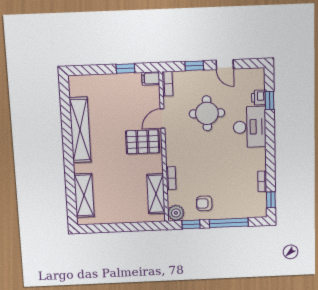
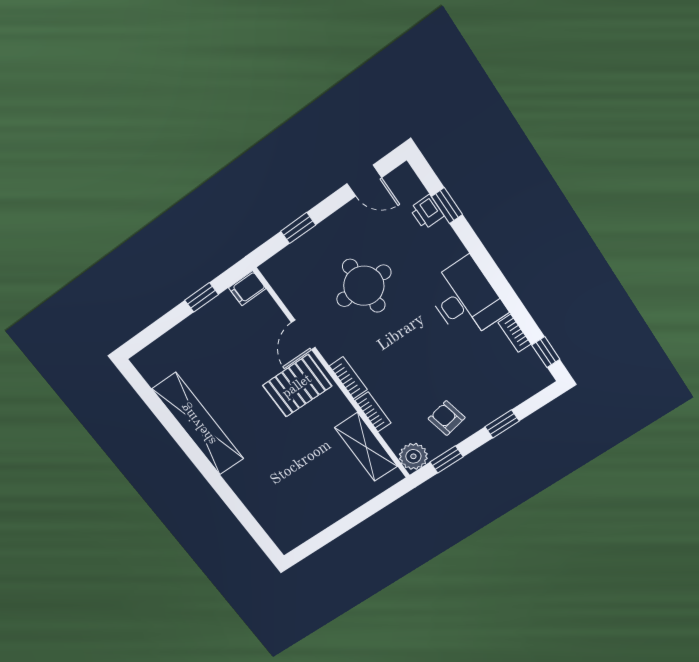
door: (225, 65) -> (364, 181), moved
bookcase: (167, 84) -> (348, 378), moved
desk: (250, 127) -> (466, 299), moved
shelving: (84, 195) -> (266, 510), removed
armchair: (204, 203) -> (447, 418), turned 78
window: (229, 223) -> (502, 424), width x0.46

